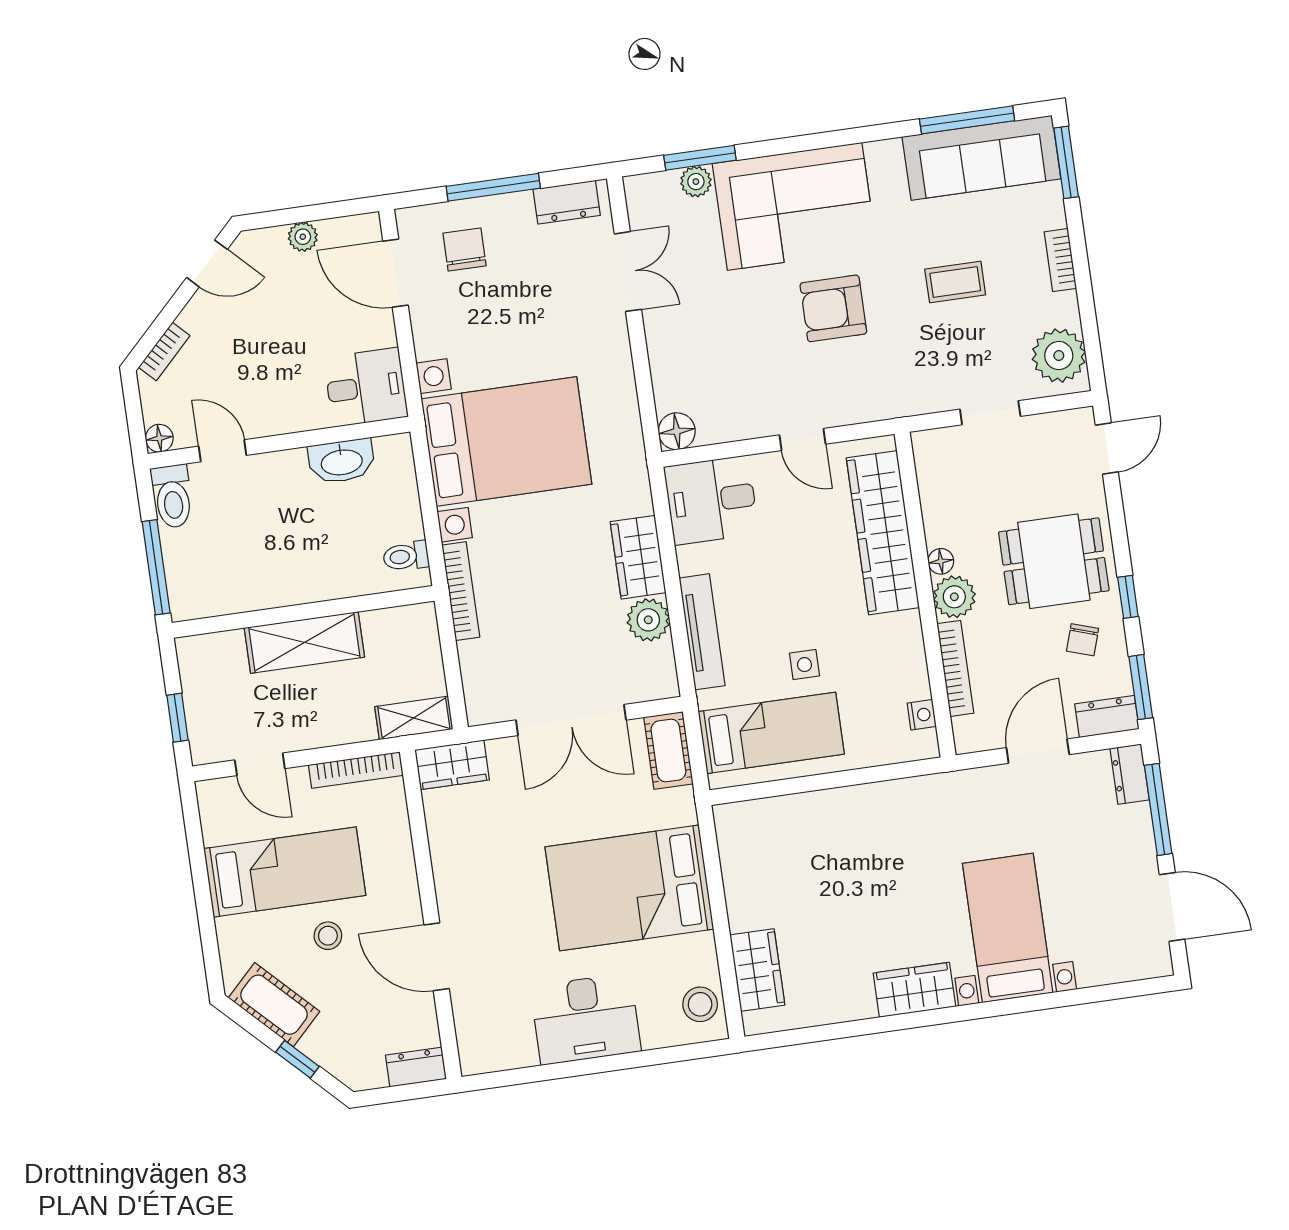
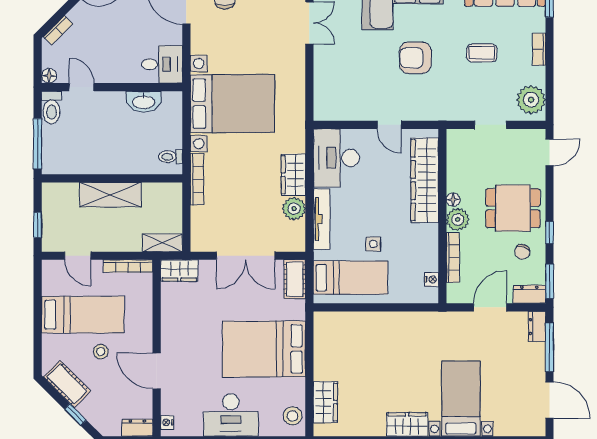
floor lamp: (677, 431) -> (323, 111), removed
desk: (711, 500) -> (336, 158), width x1.37
nightstand: (470, 1049) -> (167, 422), added

